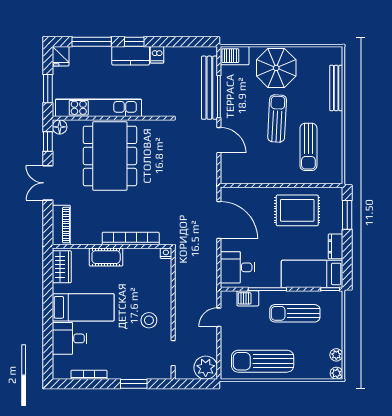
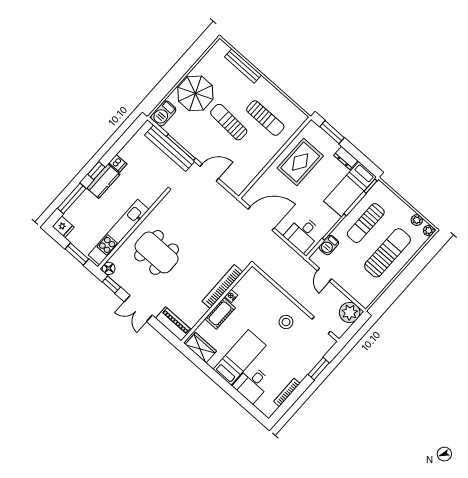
dining table: (110, 156) -> (157, 252), width x0.73, depth x0.80
nightstand: (166, 253) -> (231, 296), moved
sun lounger: (263, 361) -> (388, 253), moved, turned 180

